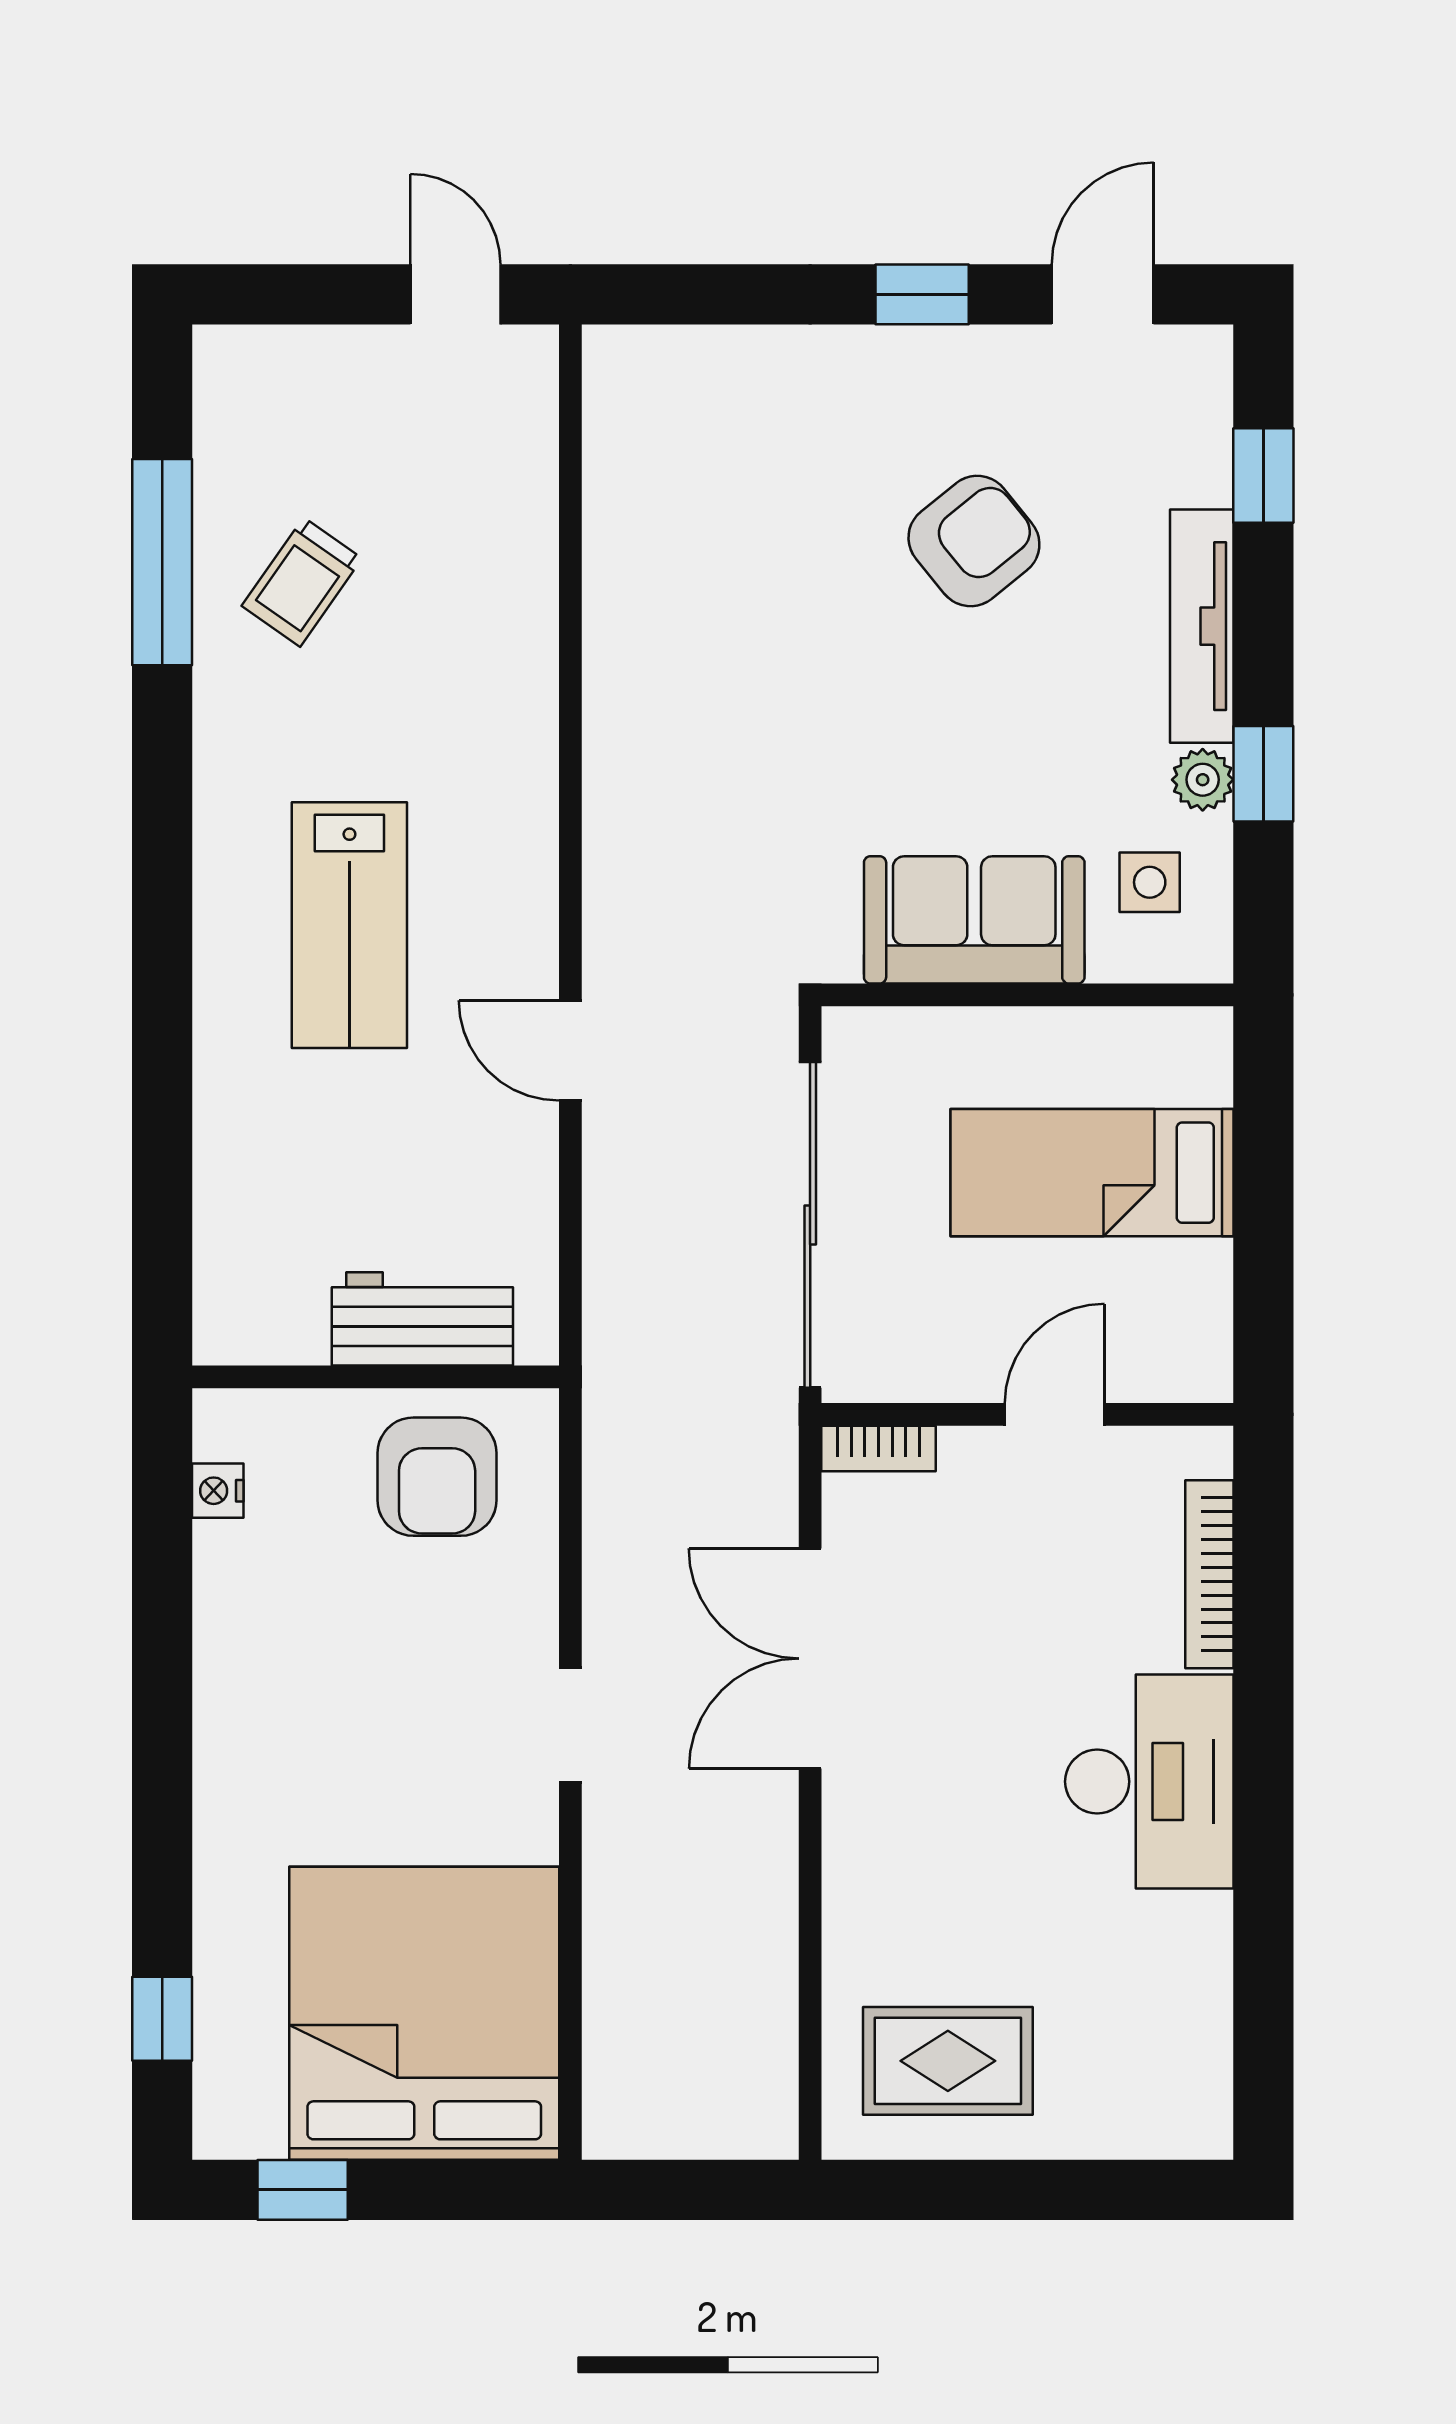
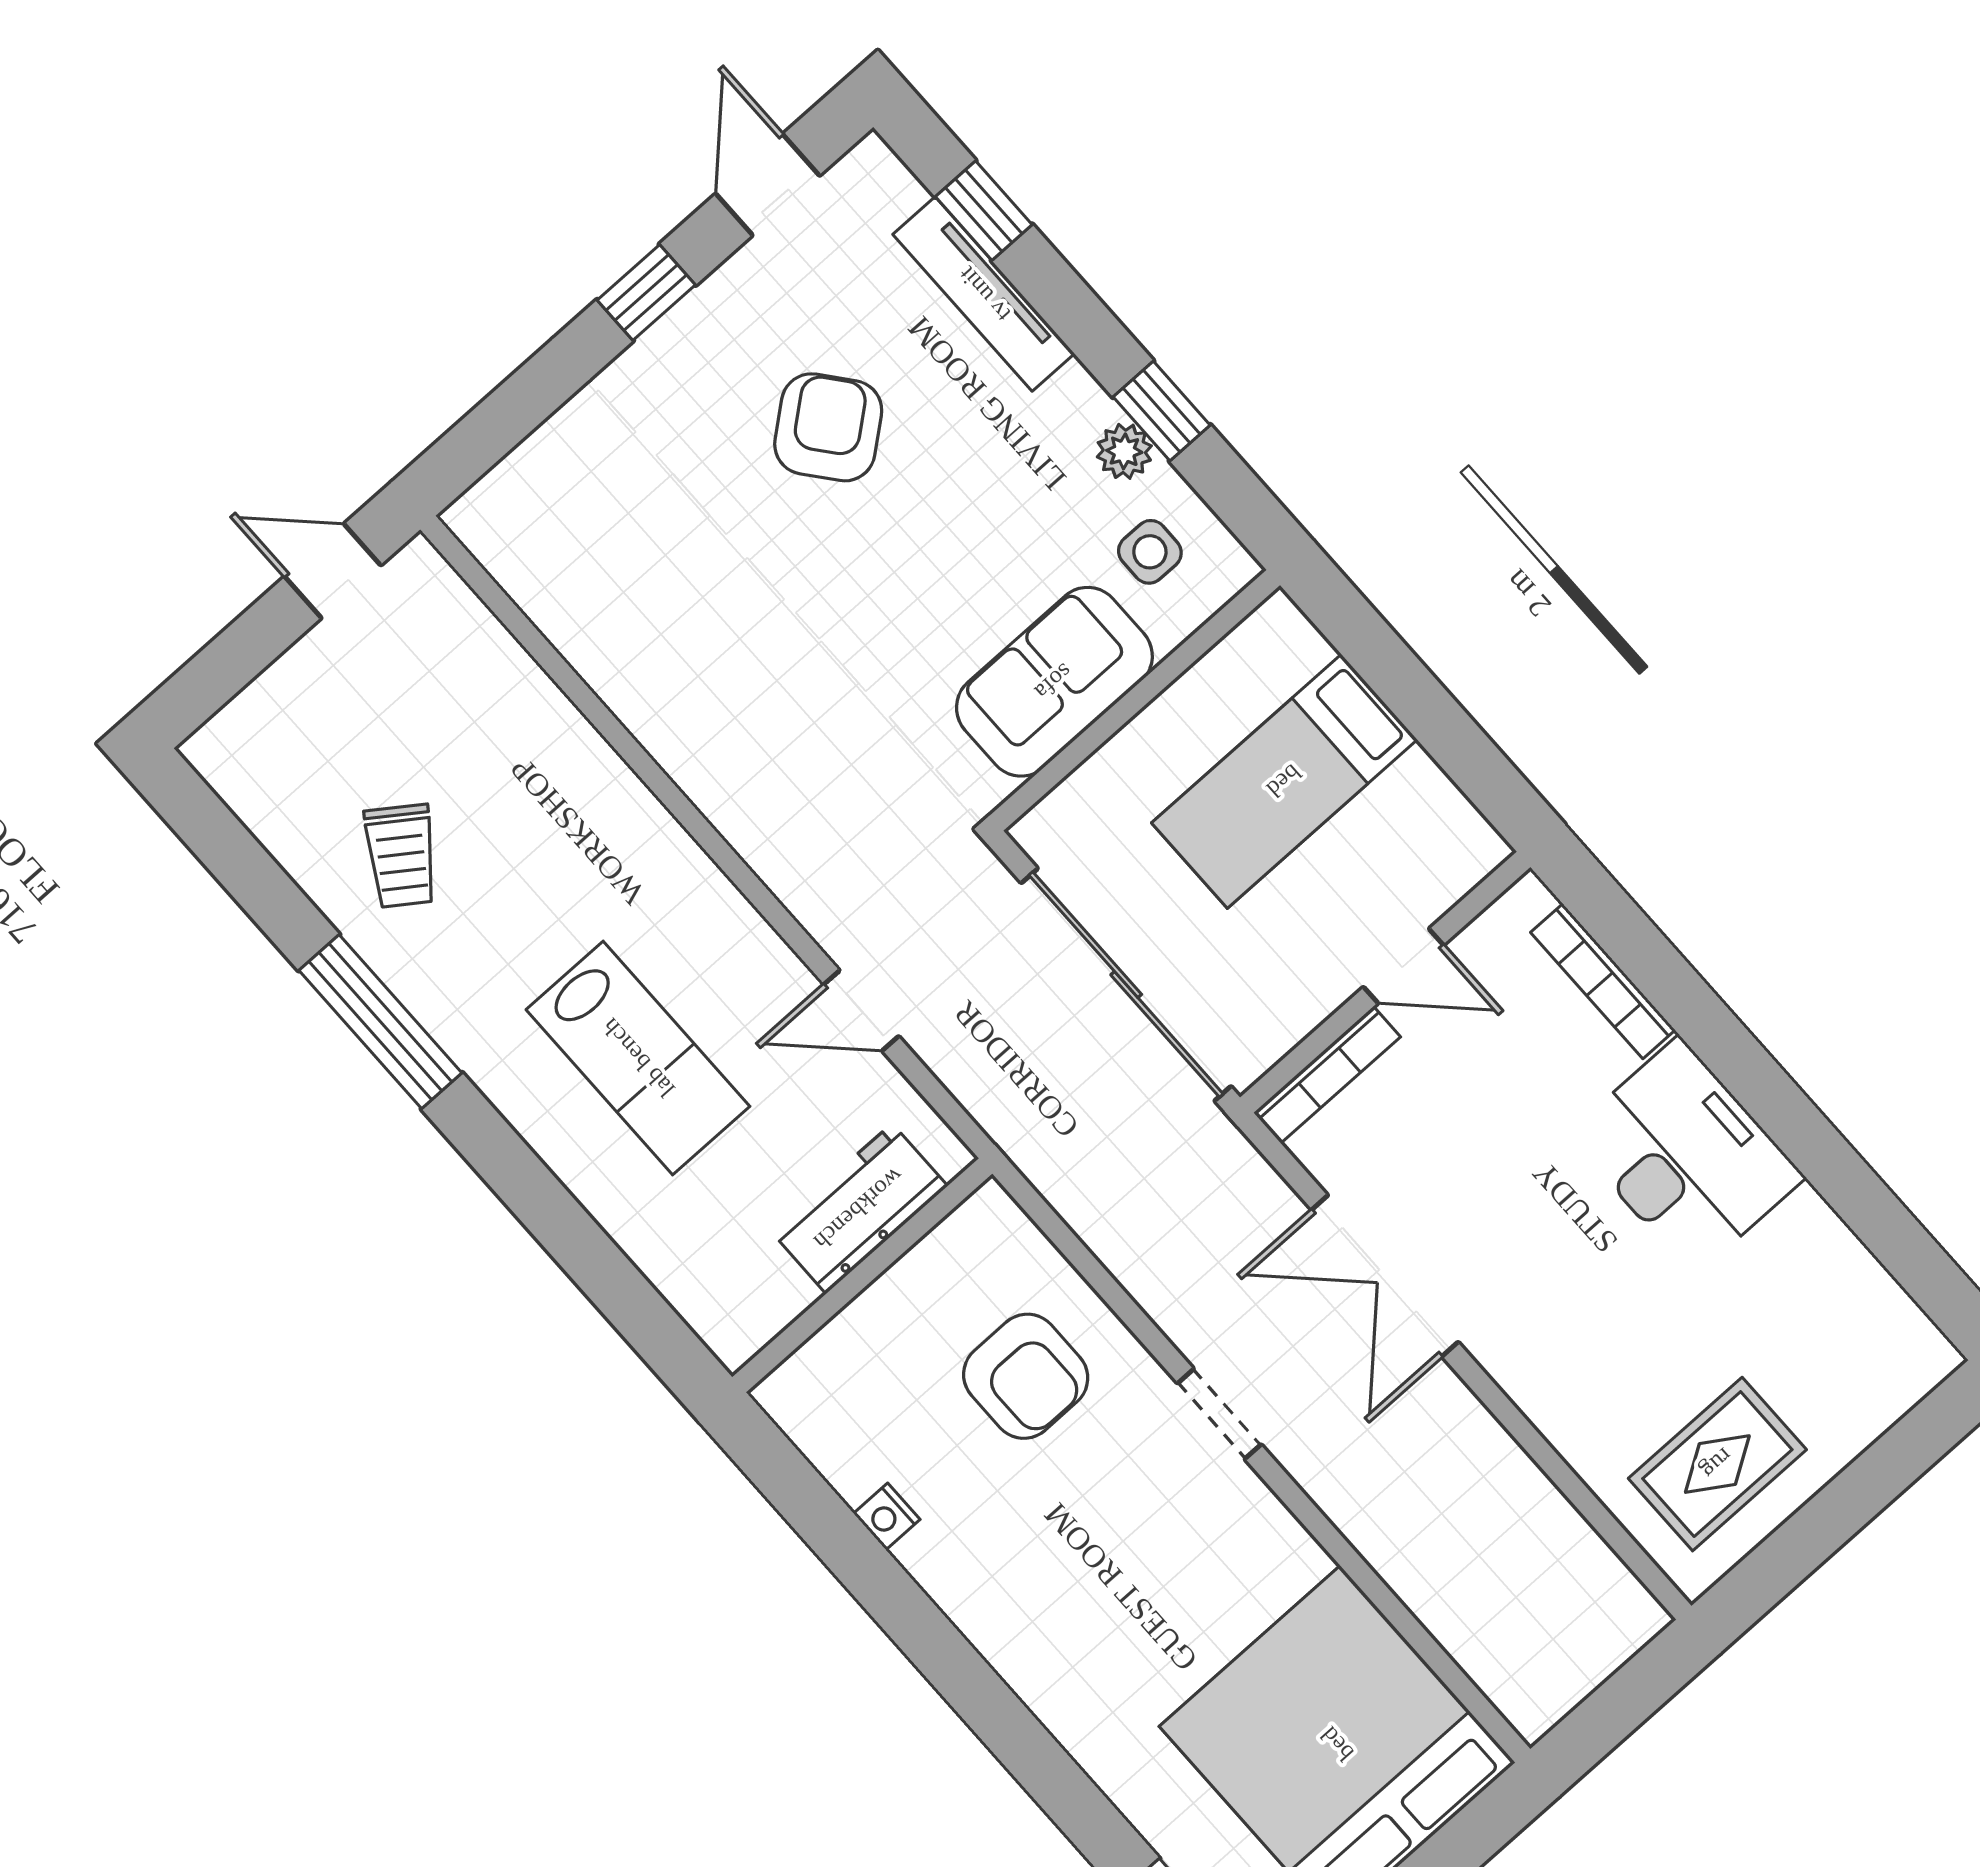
window: (162, 562) -> (380, 1022), moved
tv unit: (1202, 626) -> (984, 294), moved
workbench: (422, 1319) -> (859, 1209), moved
wall: (376, 1377) -> (862, 1275), moved
door: (1055, 1414) -> (1403, 966), swing flipped
bookcase: (879, 1448) -> (1327, 1075), width x1.56
doorway: (570, 1725) -> (1219, 1414), moved

